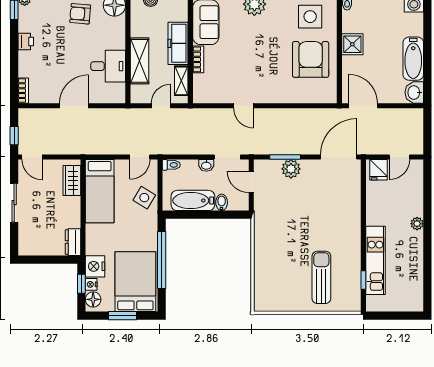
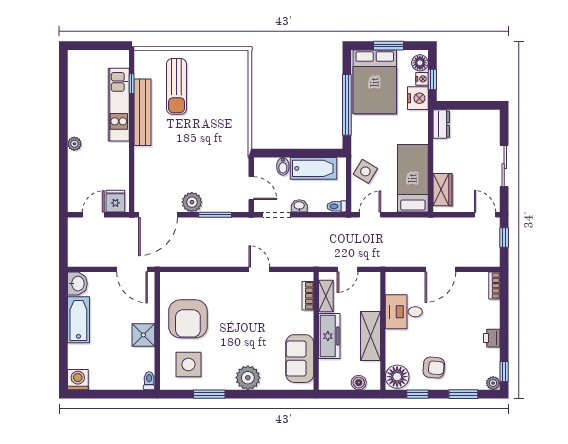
bookcase: (198, 59) -> (308, 296), moved
shelving: (140, 61) -> (370, 336), moved
plant: (291, 169) -> (192, 202), moved
bench: (353, 253) -> (143, 112), added

